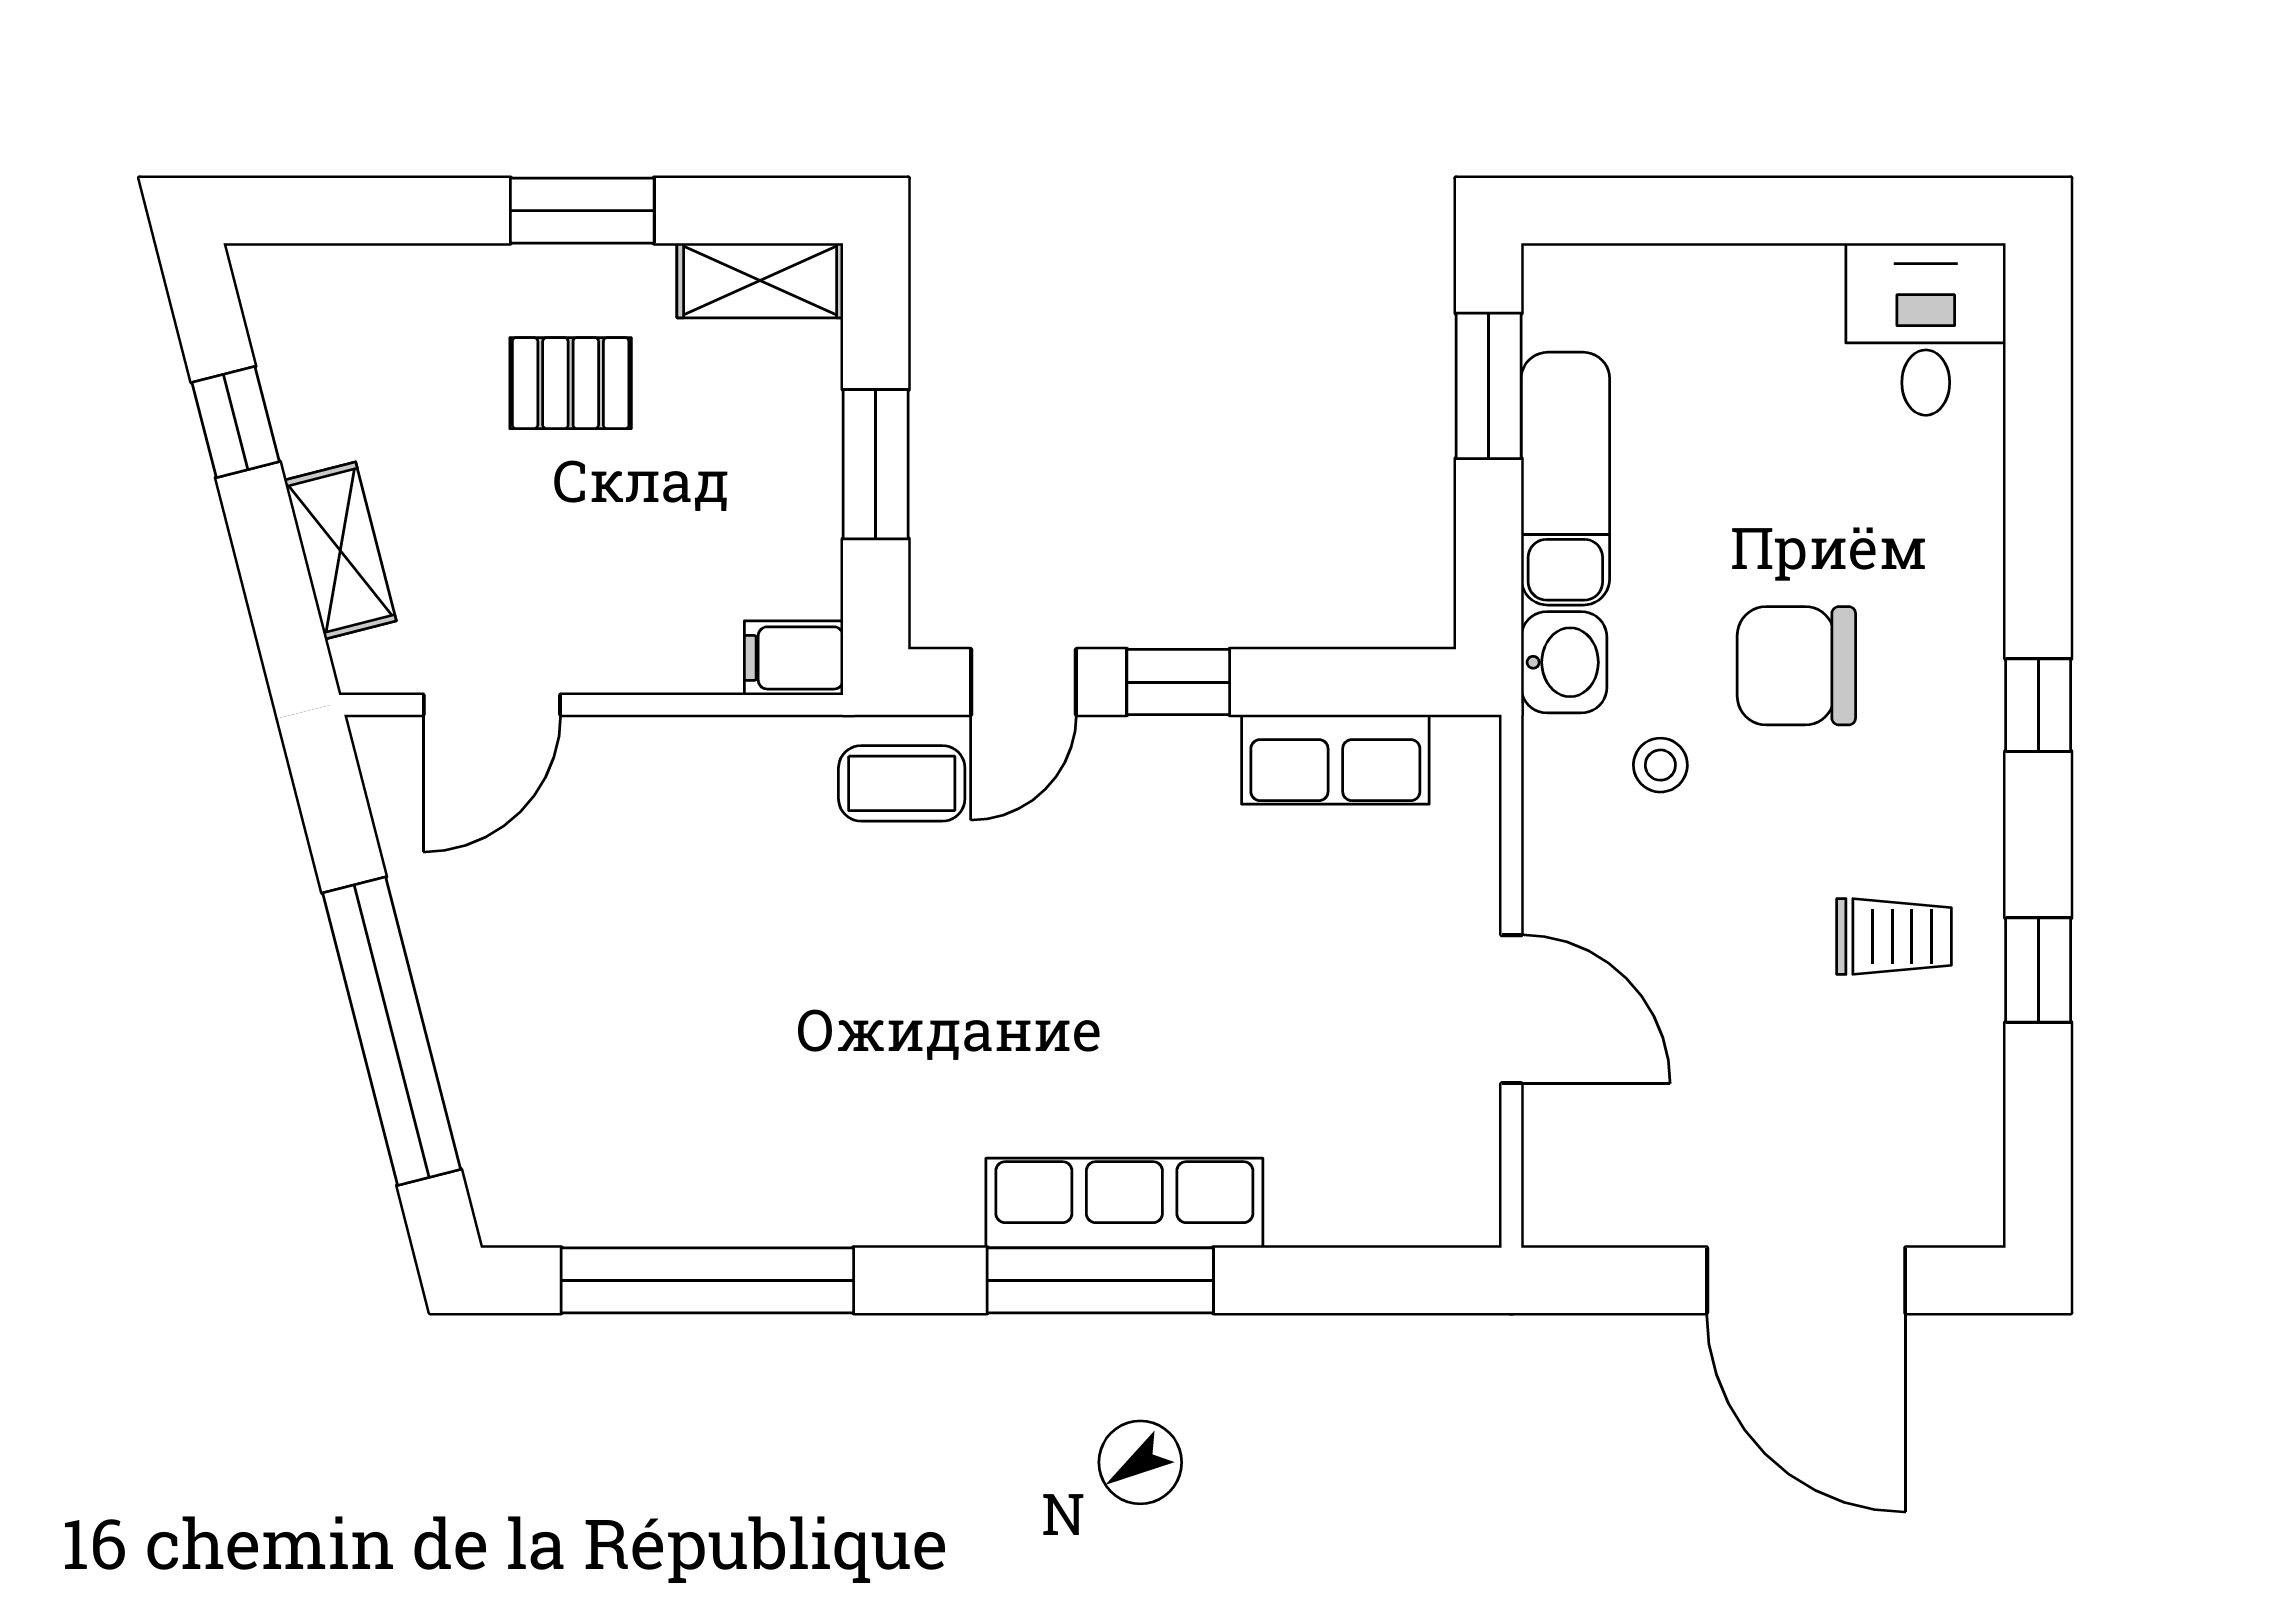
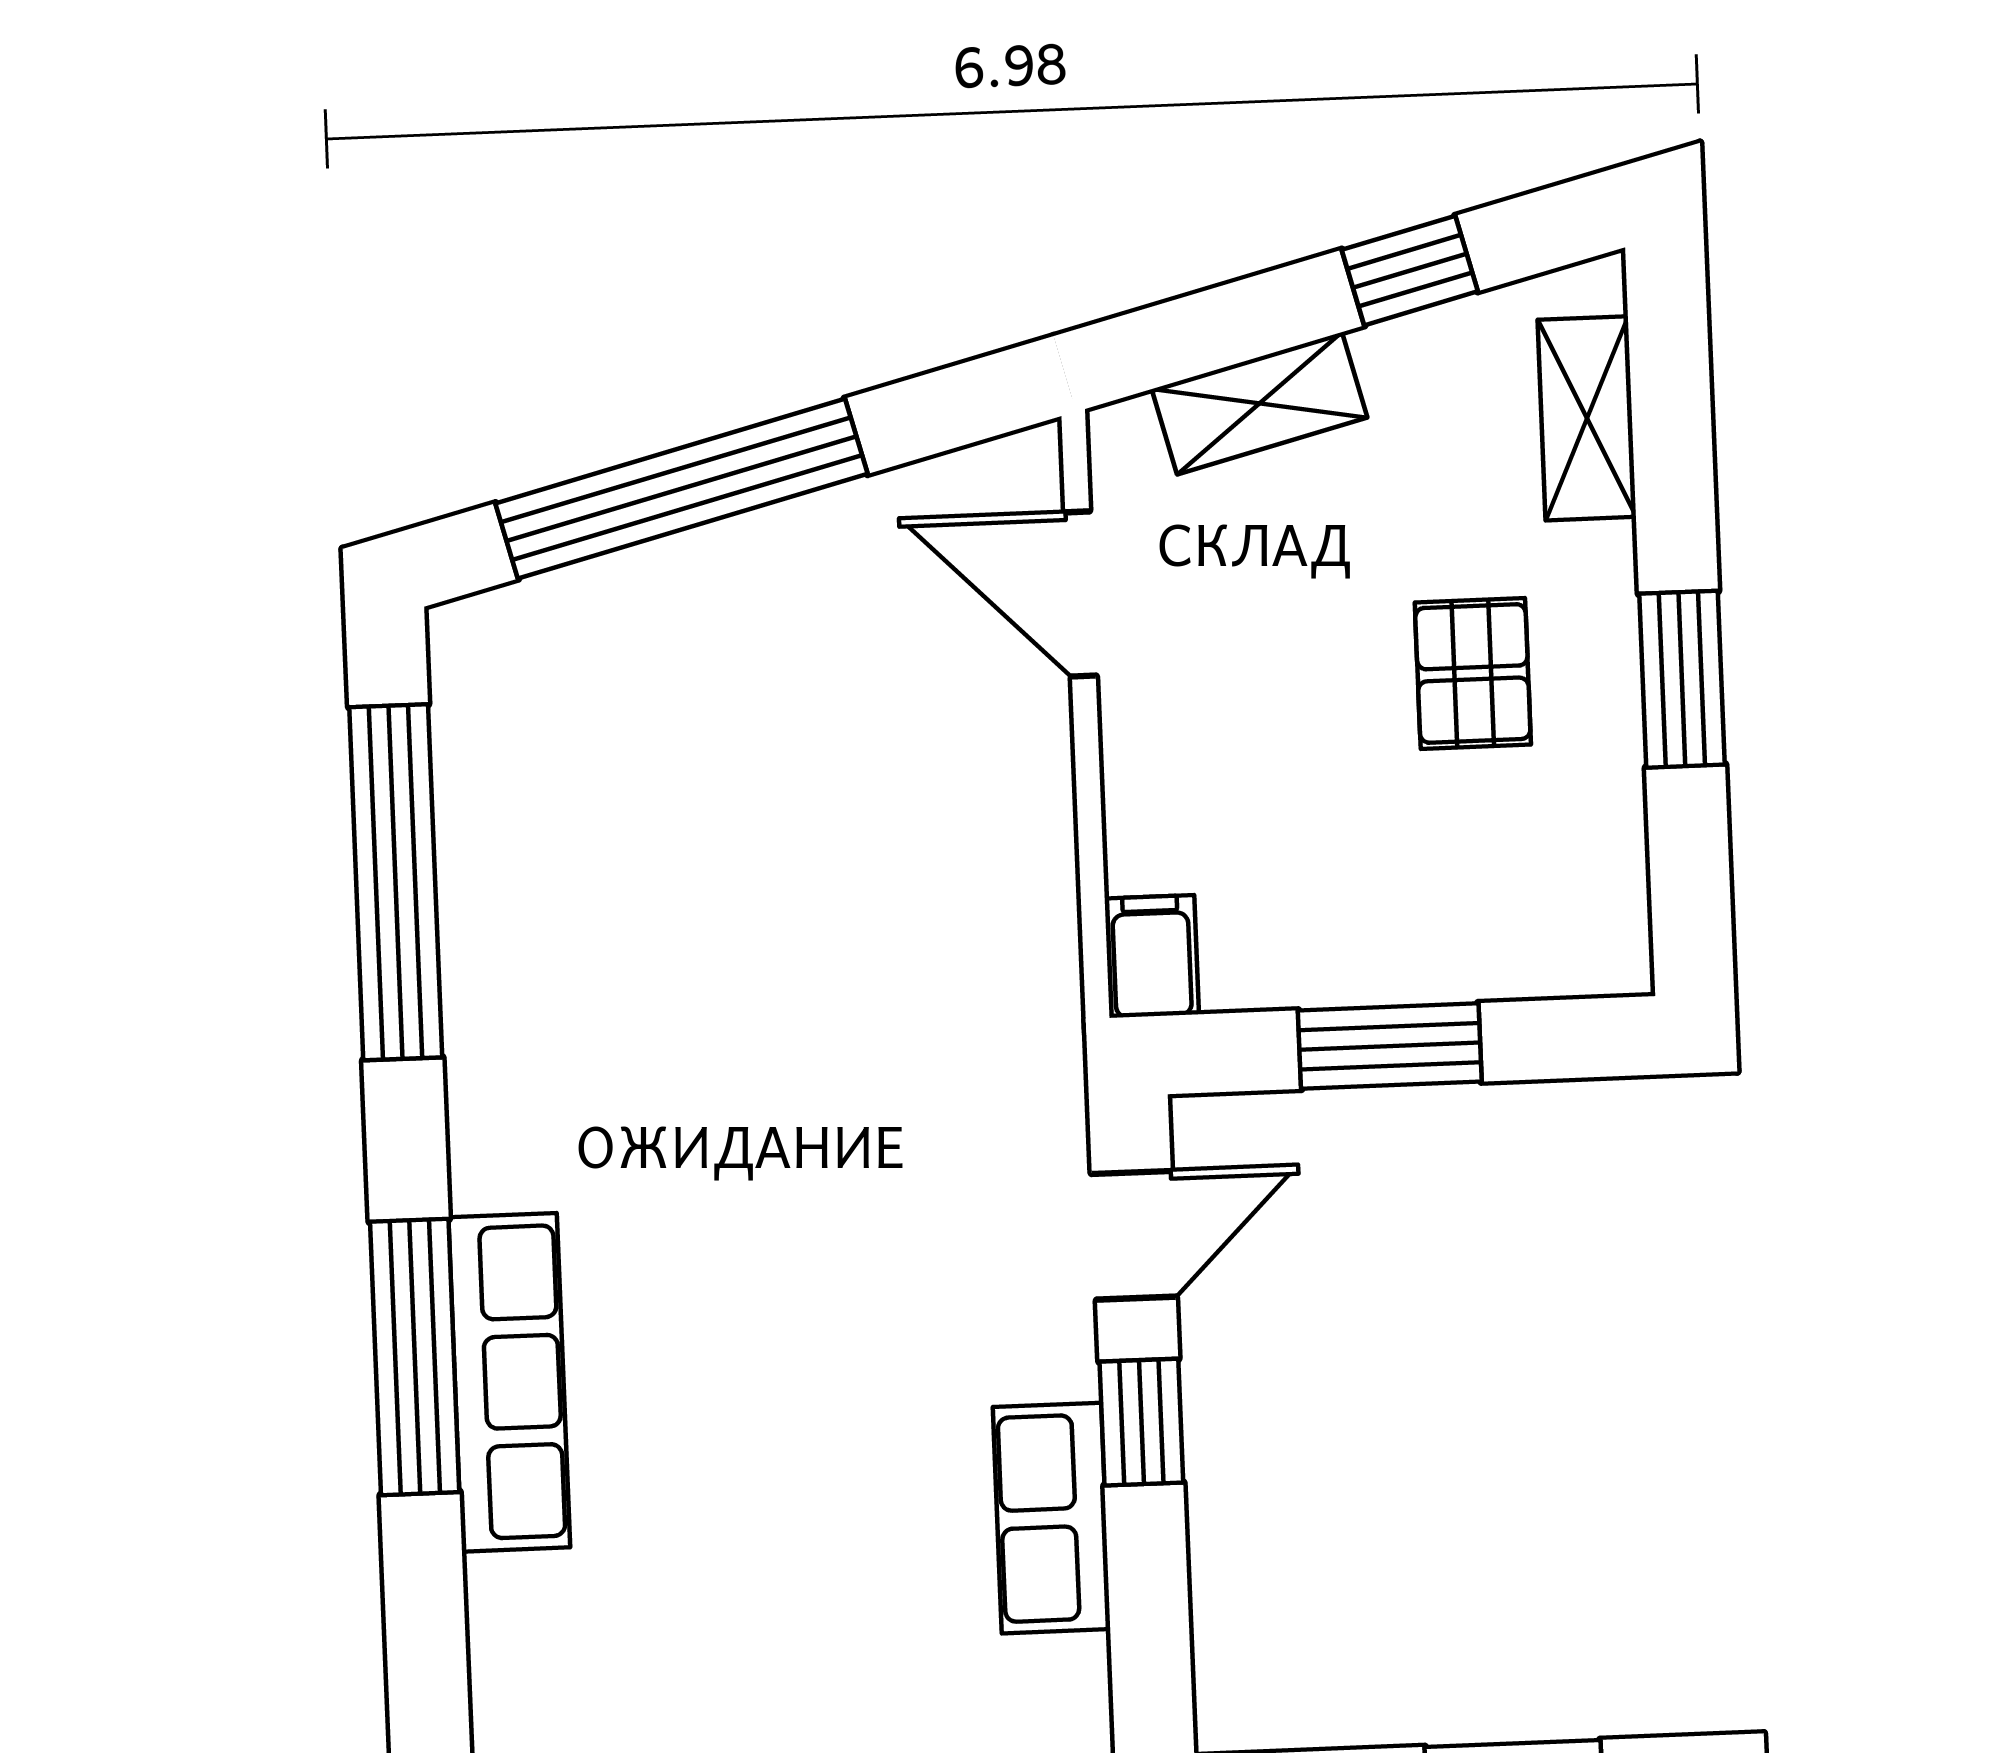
shelving: (760, 280) -> (1587, 418), moved
door: (1024, 682) -> (1134, 1235), swing flipped
row of seats: (1335, 759) -> (1052, 1518), moved
coffee table: (902, 783) -> (1005, 1093), removed

